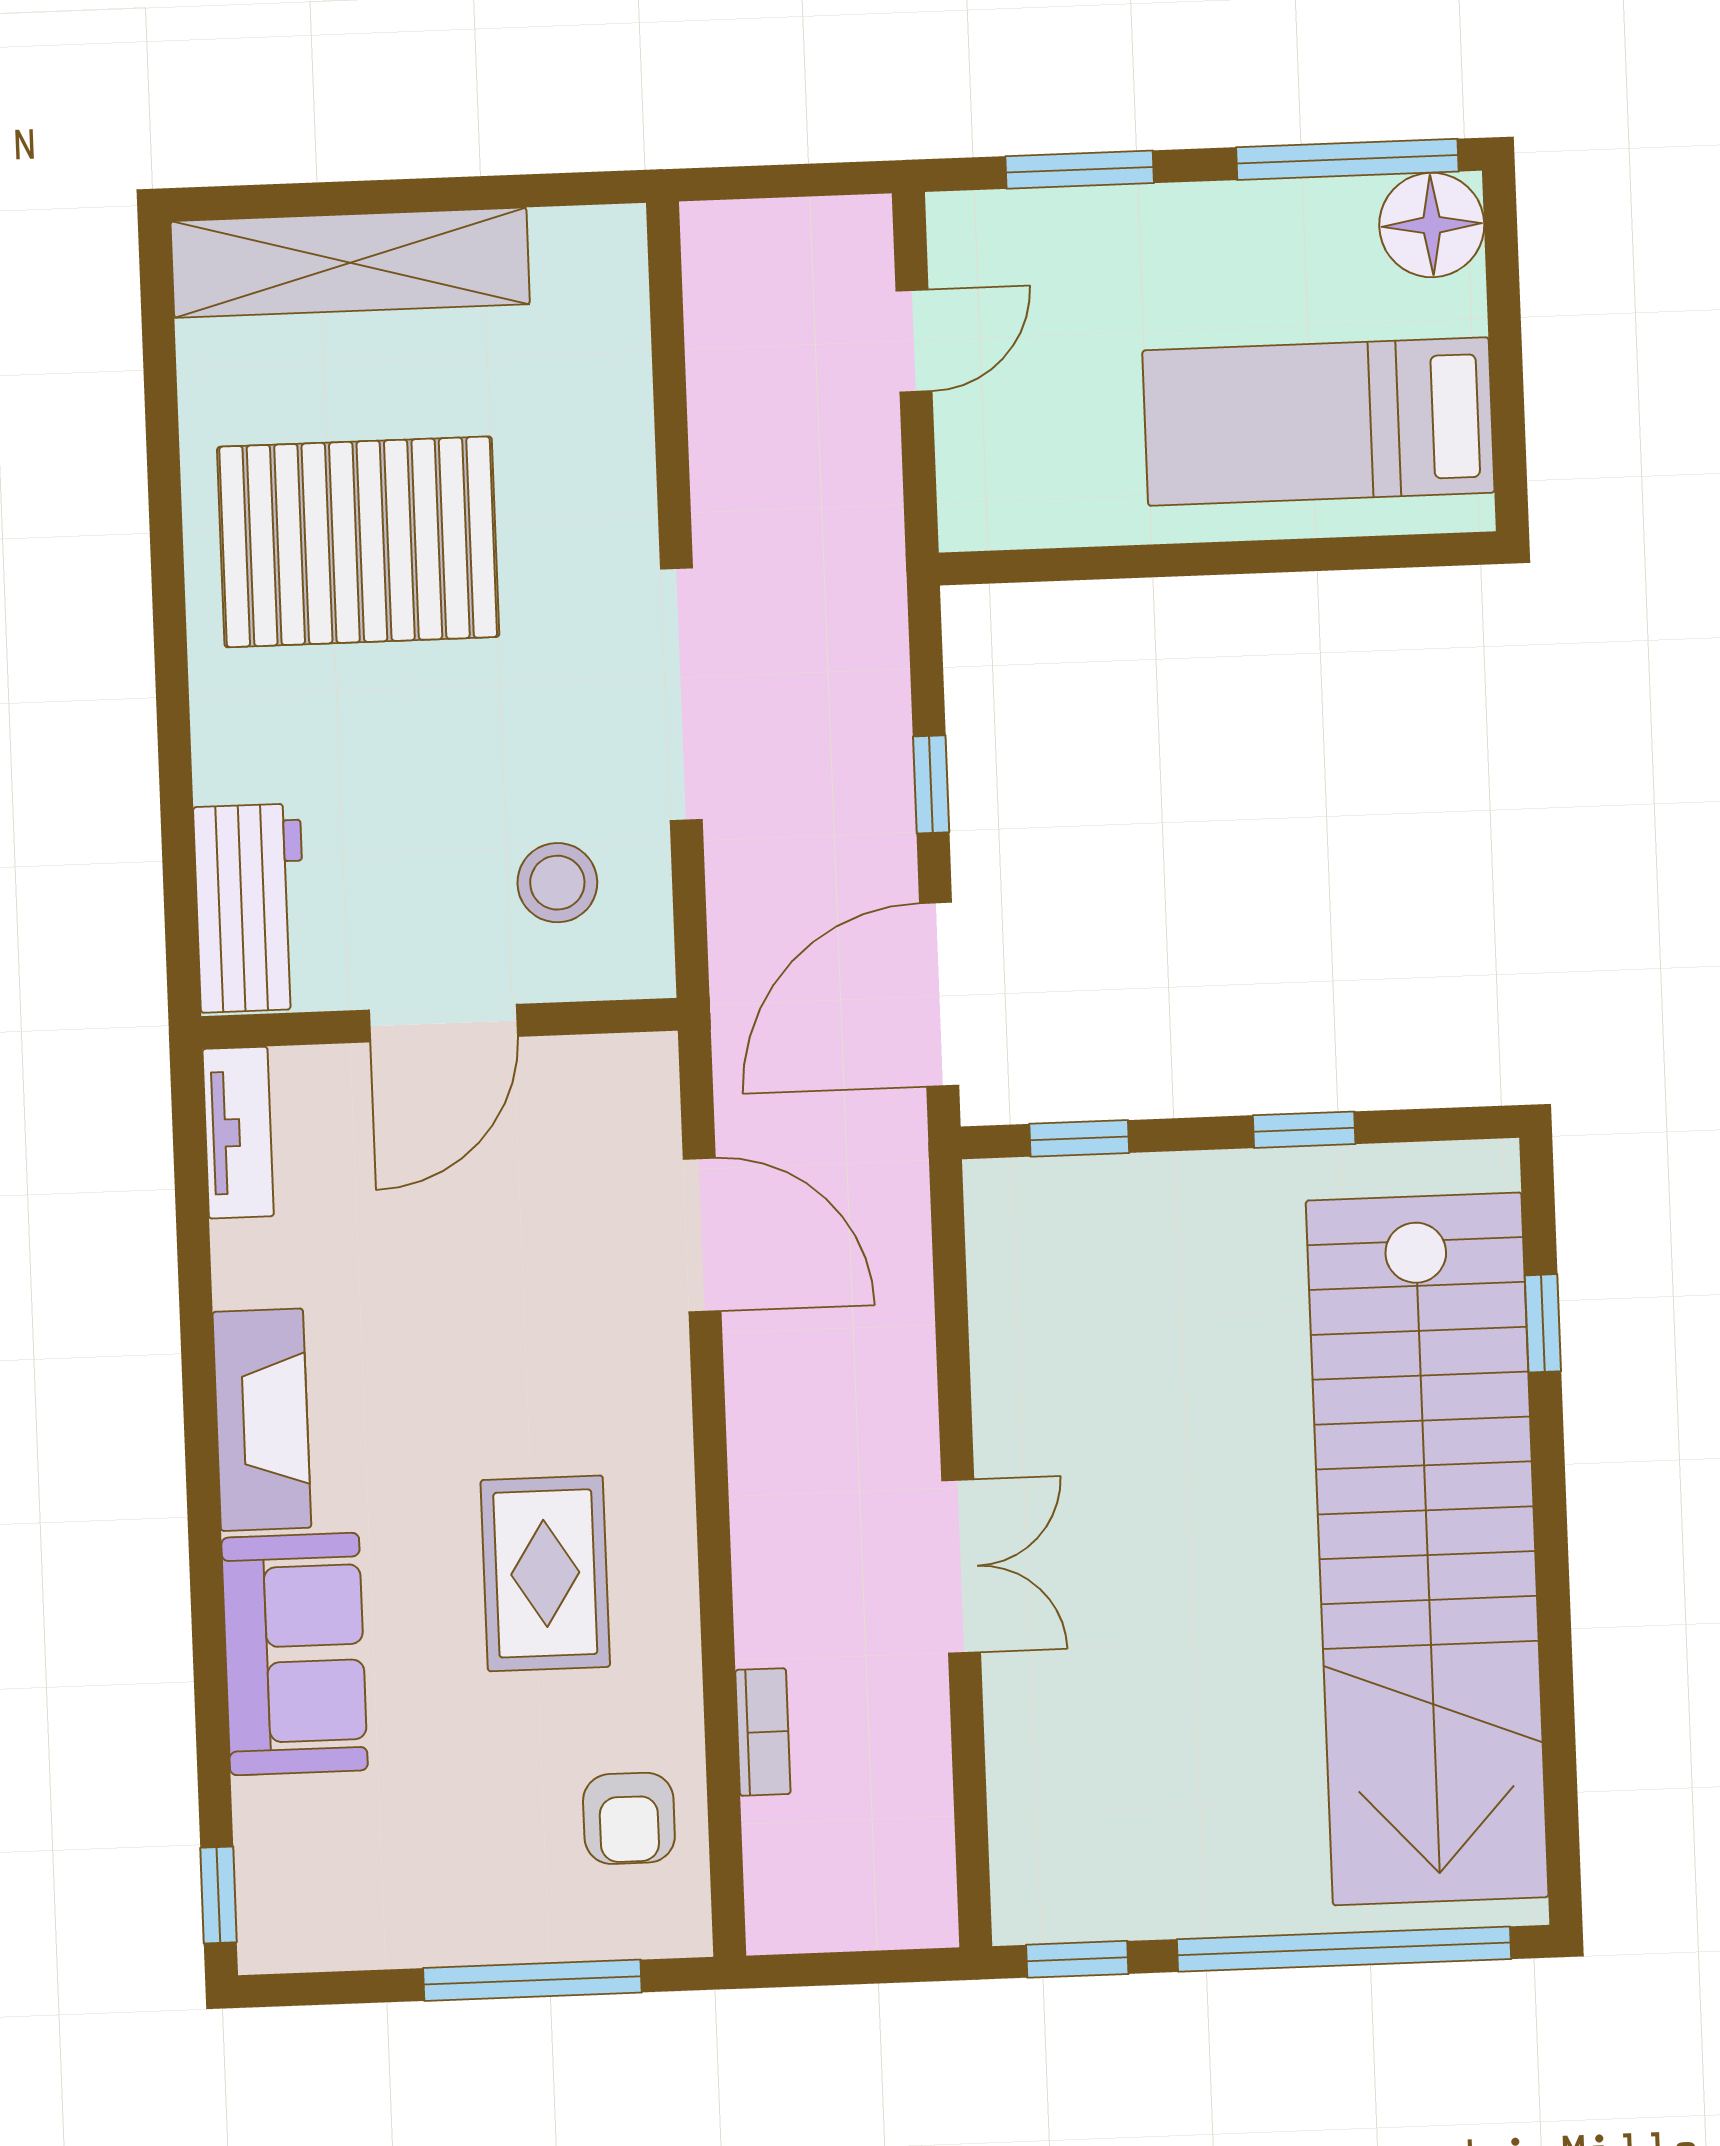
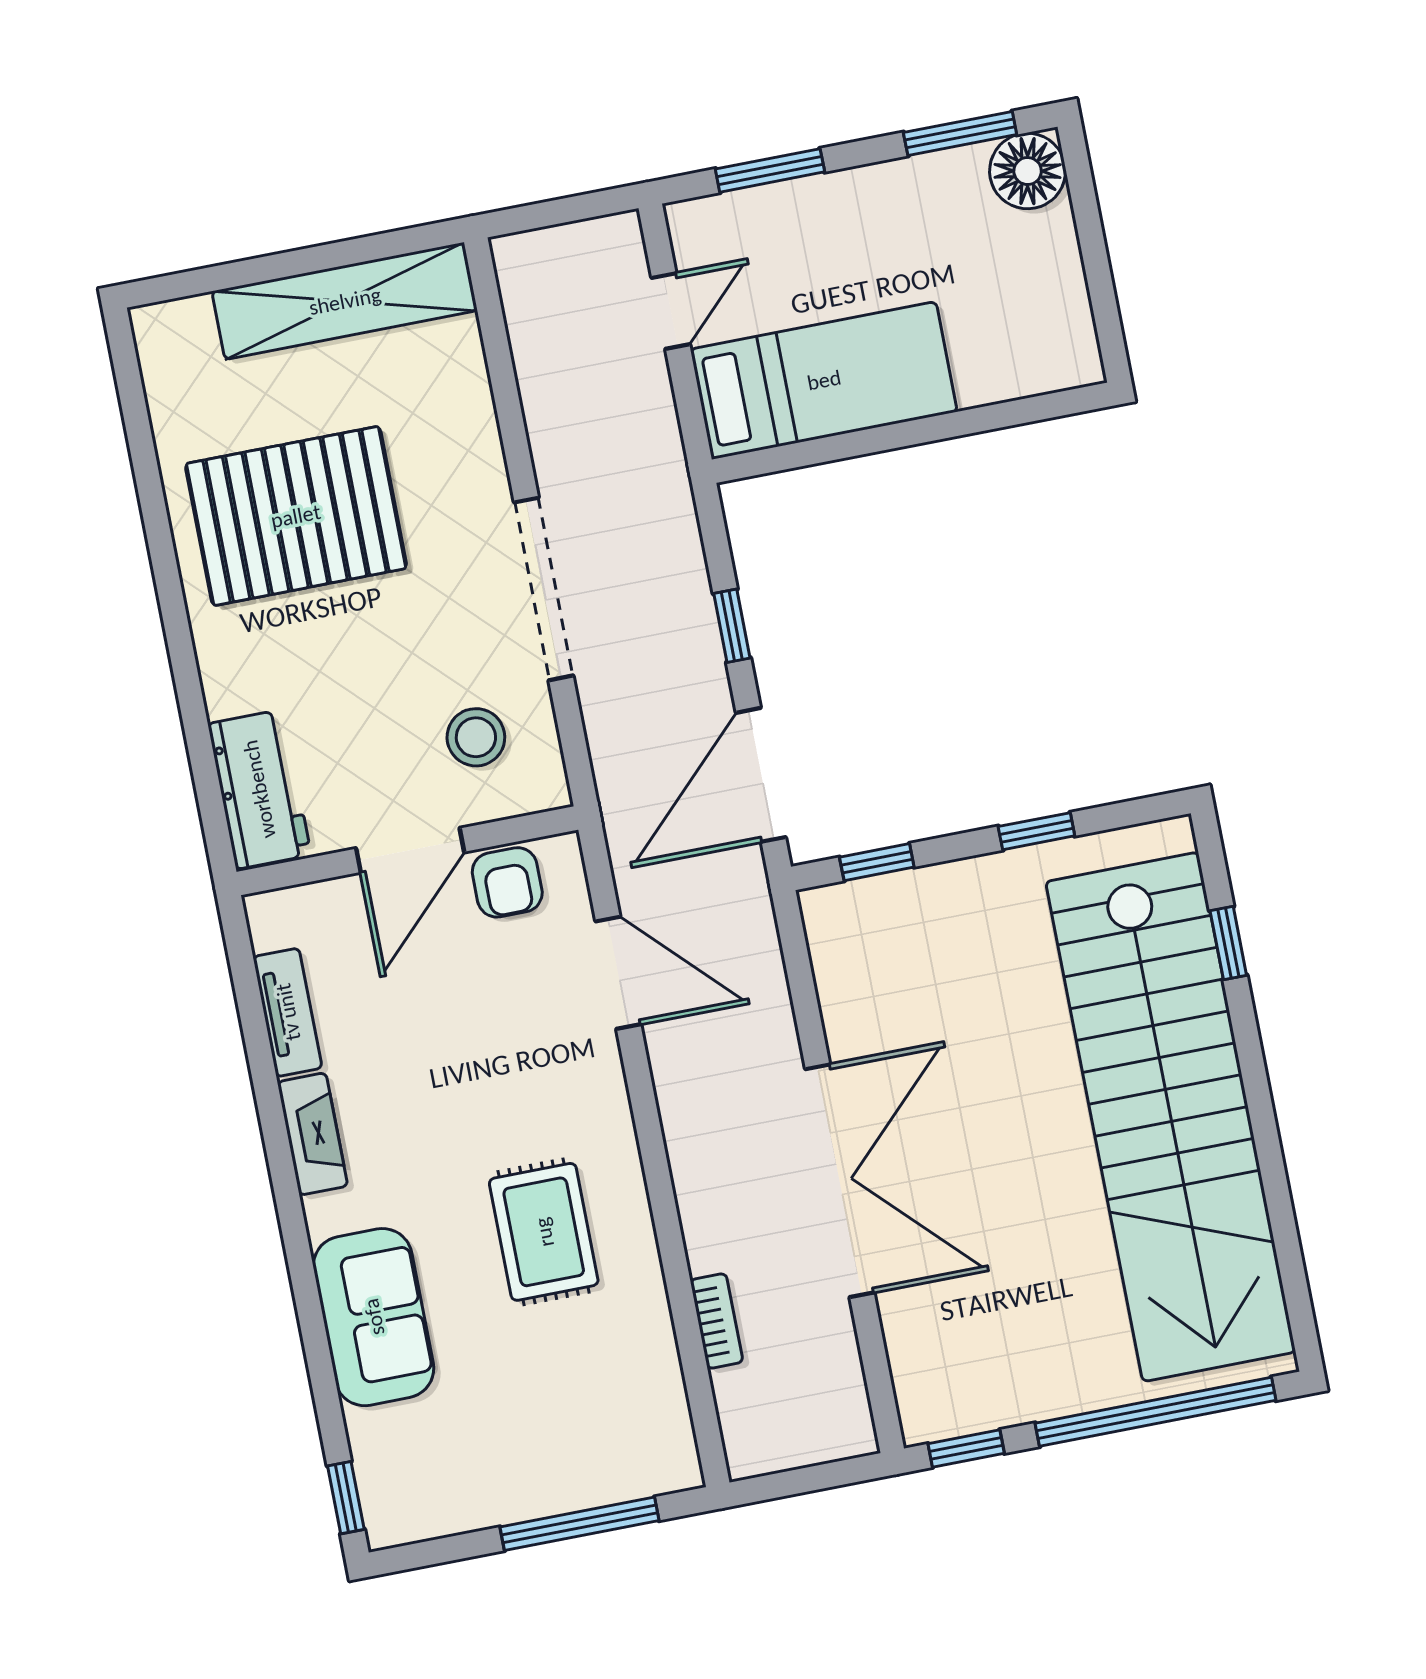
window: (1347, 159) -> (960, 134), width x0.69
shelving: (350, 263) -> (345, 301), moved
bed: (1318, 422) -> (824, 380), moved, turned 180
tv unit: (238, 1133) -> (288, 1012), moved
fireplace: (262, 1420) -> (313, 1134), width x0.73, depth x0.76
double door: (961, 1566) -> (840, 1181), width x1.87
armchair: (629, 1818) -> (507, 882), moved

